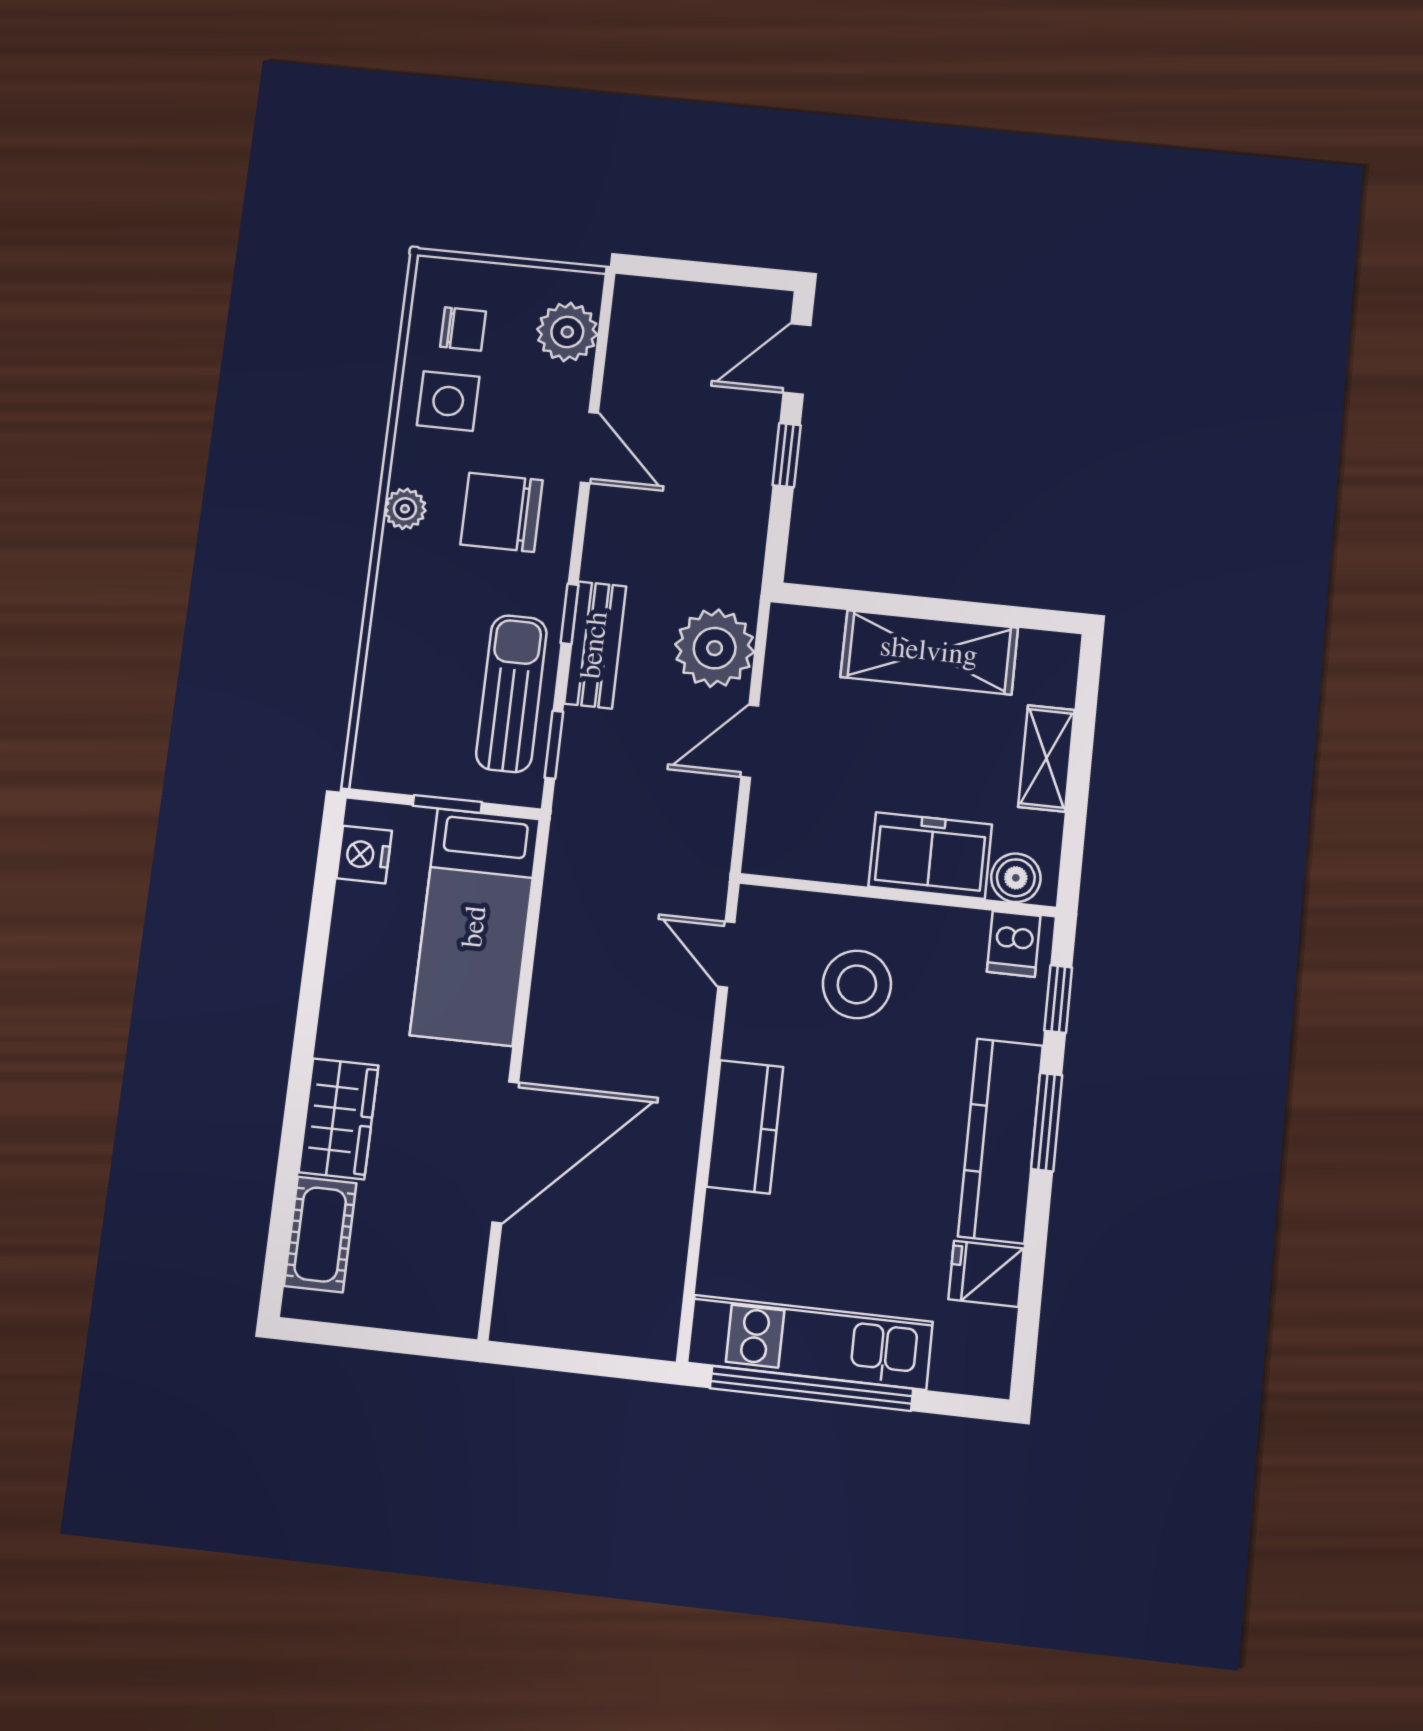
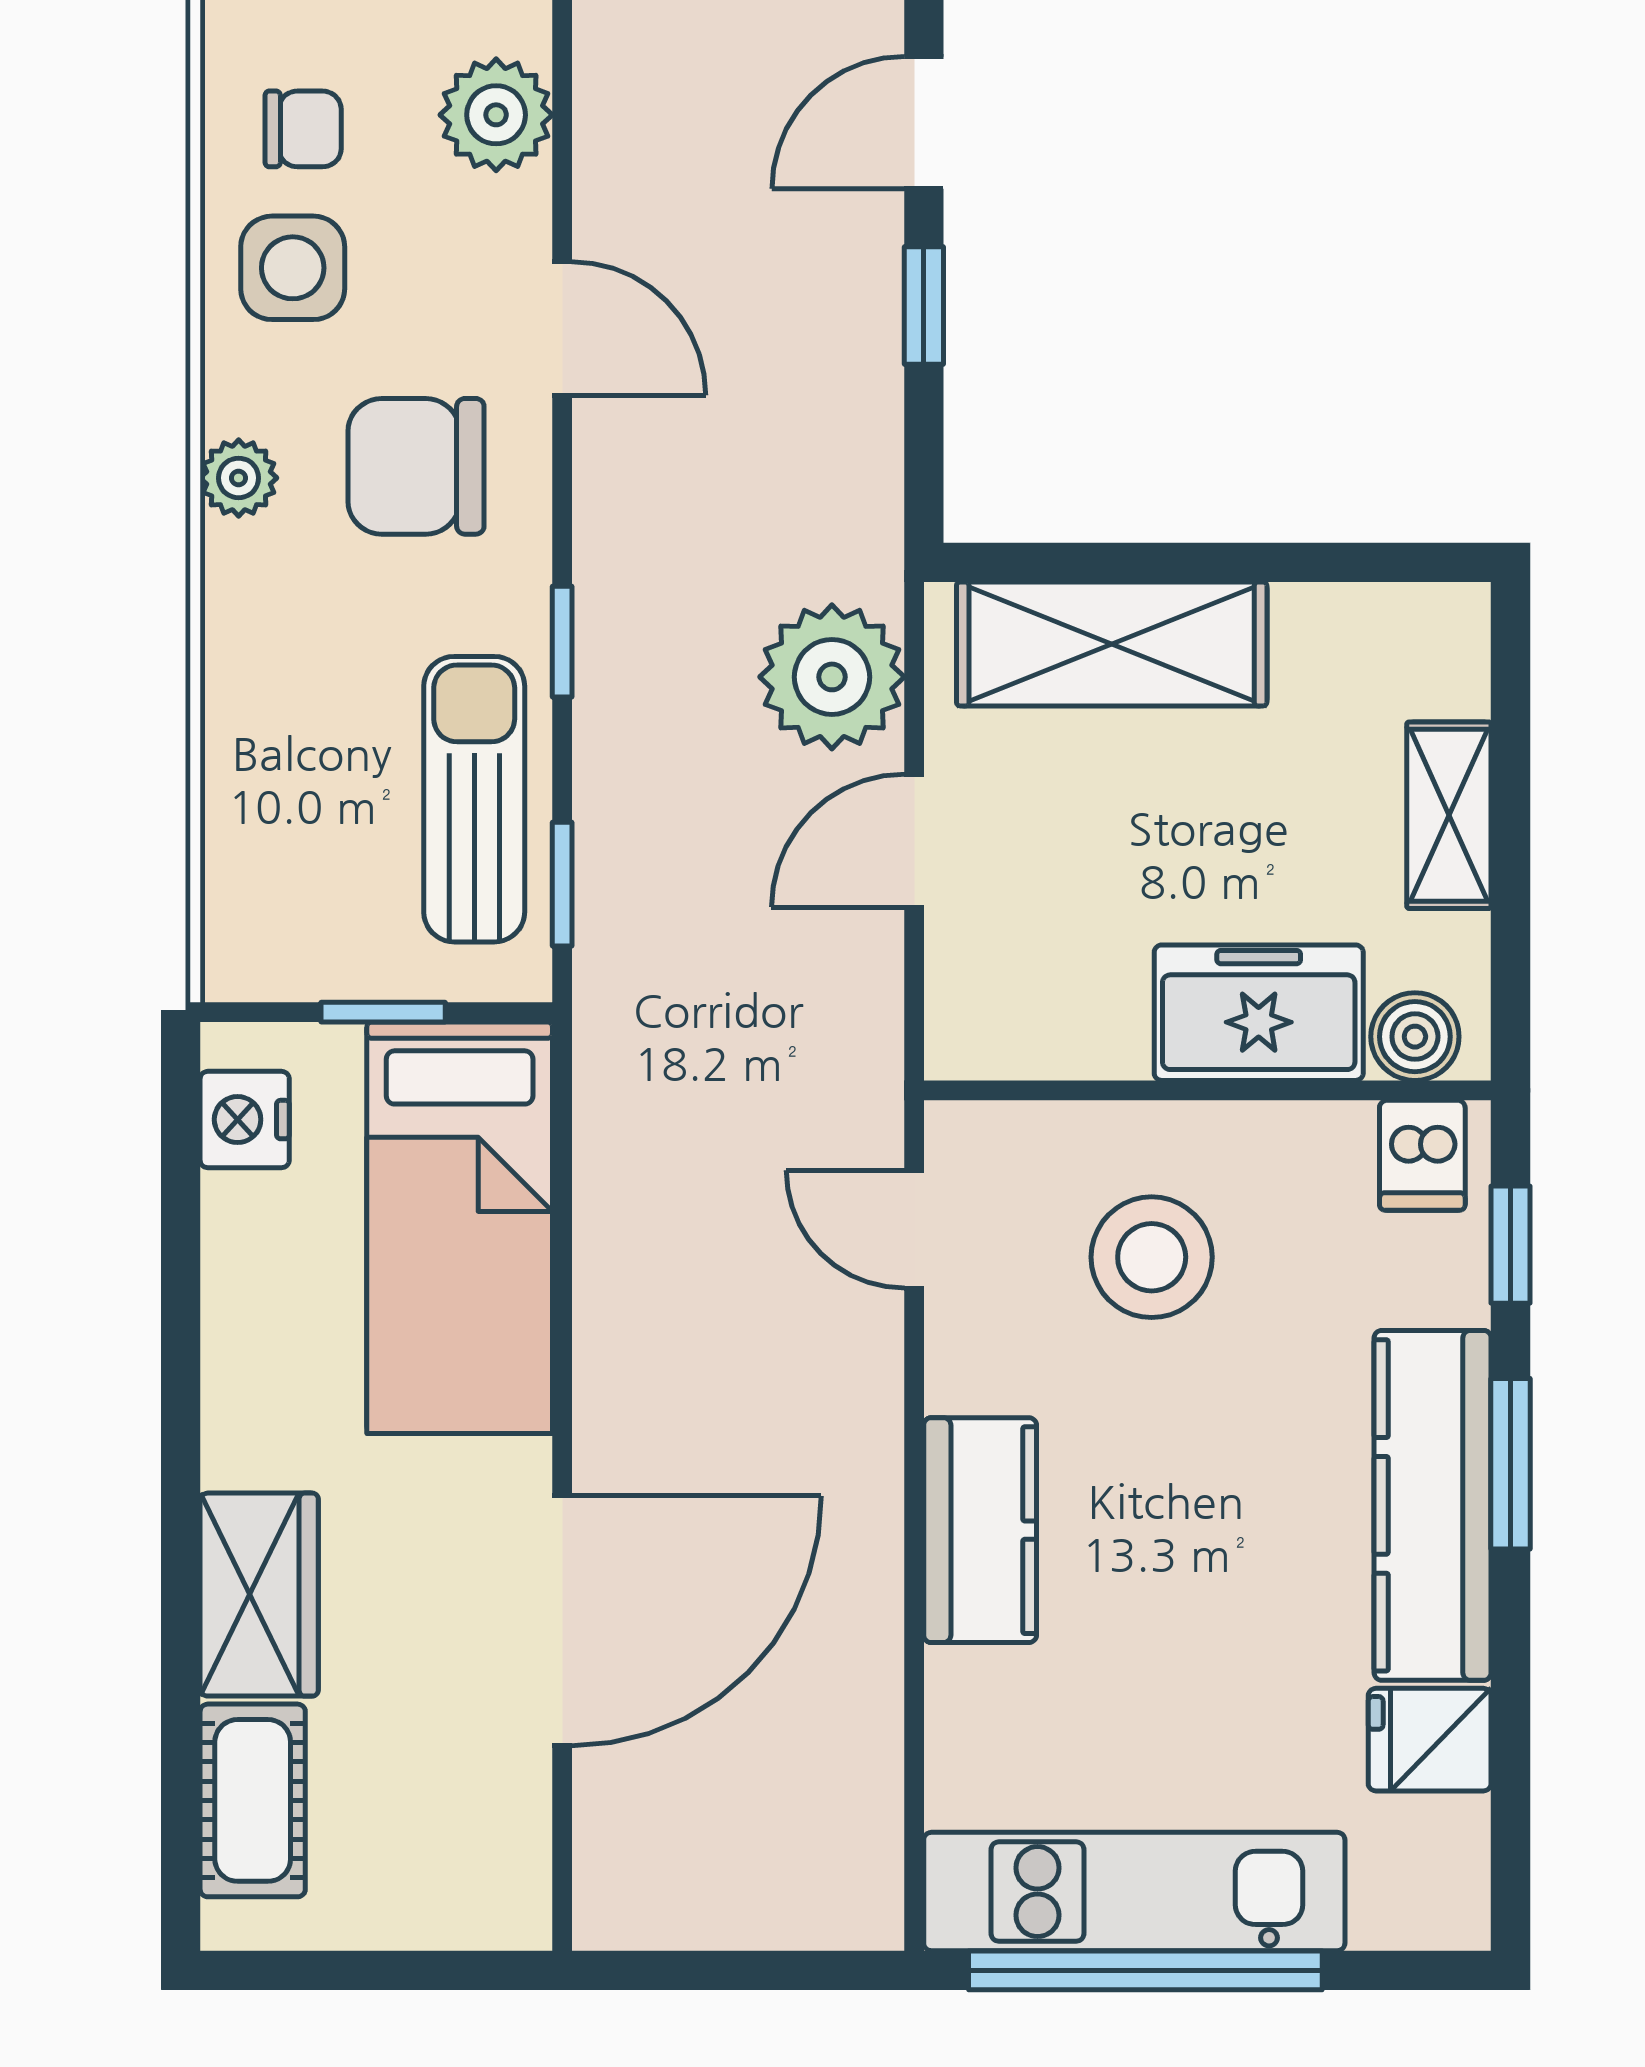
bench: (595, 645) -> (615, 694), removed
shelving: (929, 652) -> (1112, 644), moved

